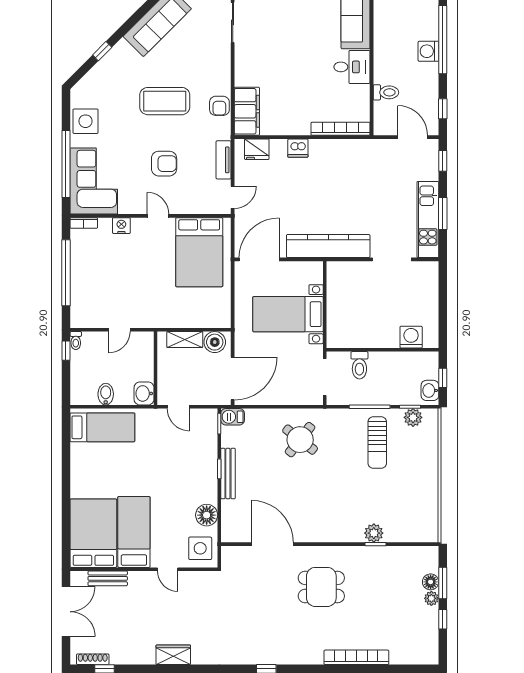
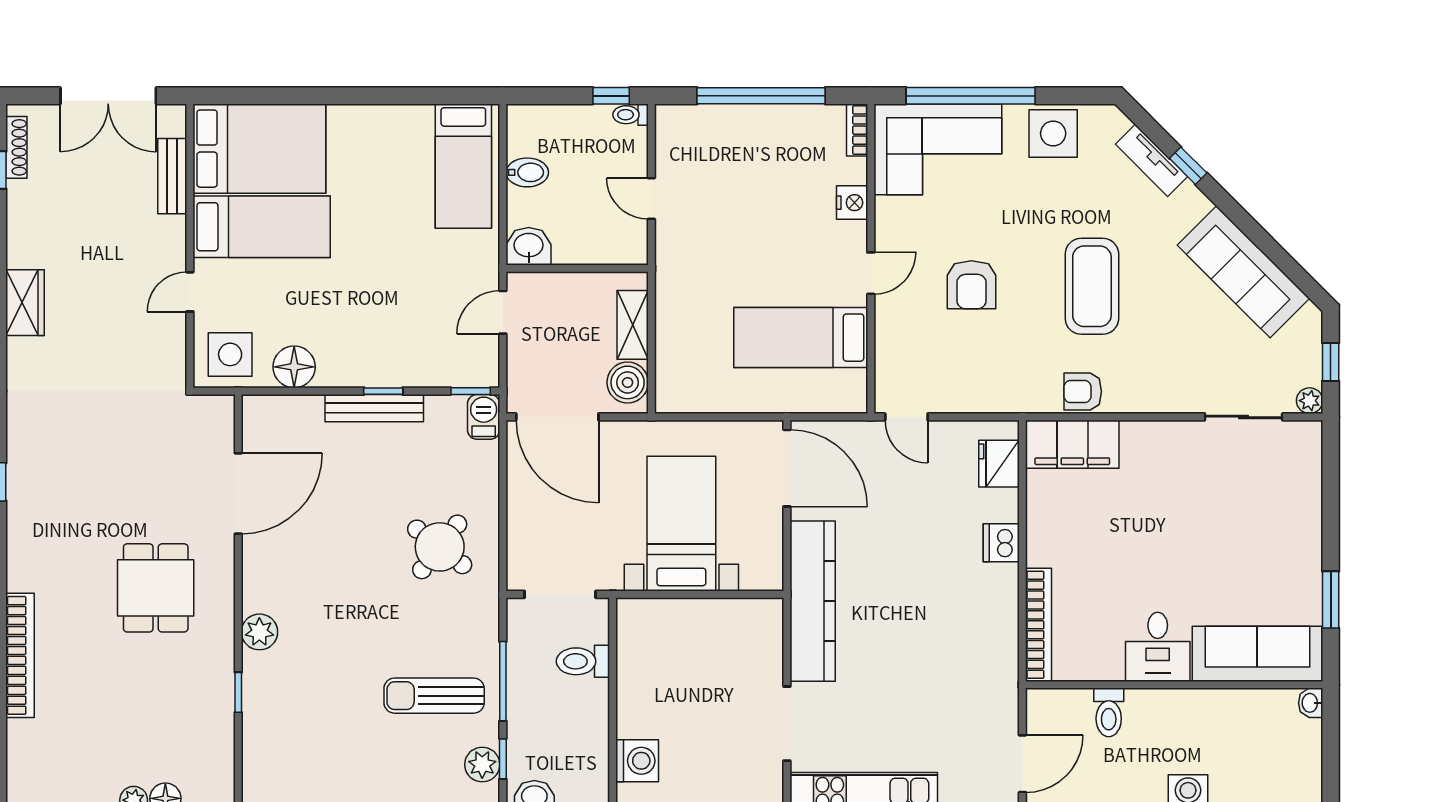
tv unit: (224, 160) -> (1152, 160), moved, turned -135
bed: (199, 252) -> (801, 338), width x0.67
plant: (374, 533) -> (259, 632), moved

